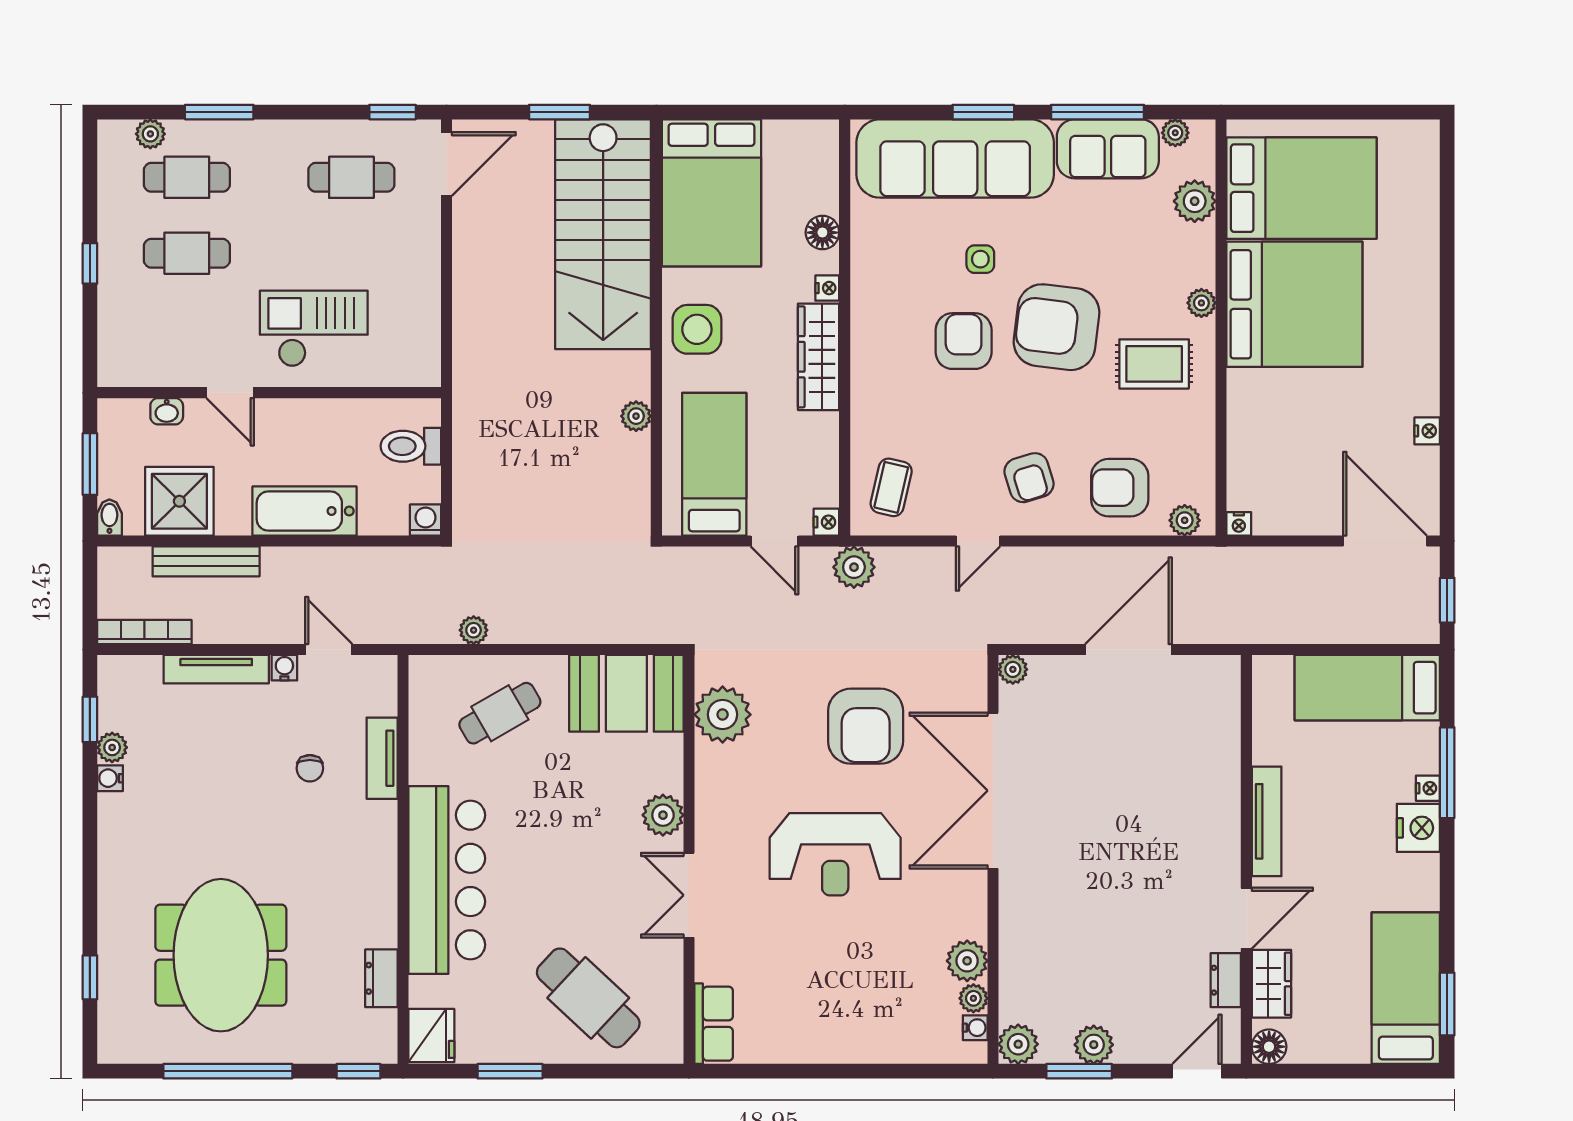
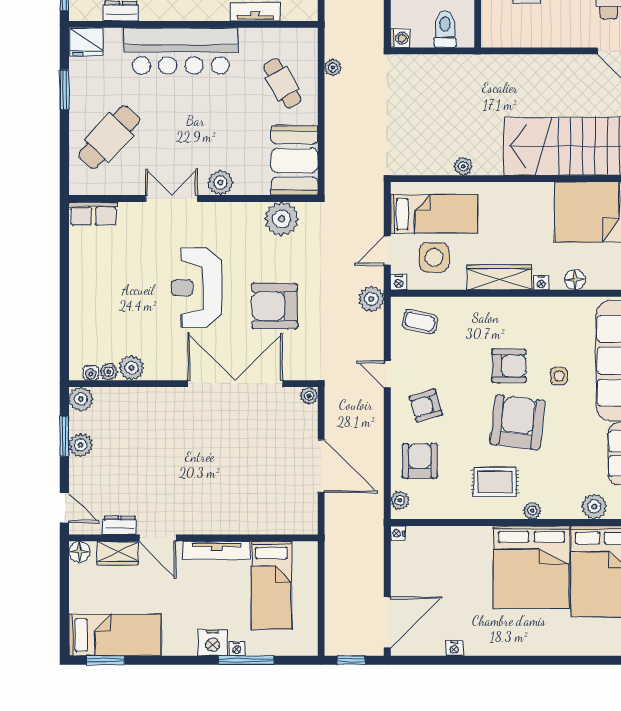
side table: (697, 329) -> (434, 257), moved
rug: (1154, 364) -> (495, 482), turned 90
bed: (1367, 688) -> (272, 585), moved, turned 180

